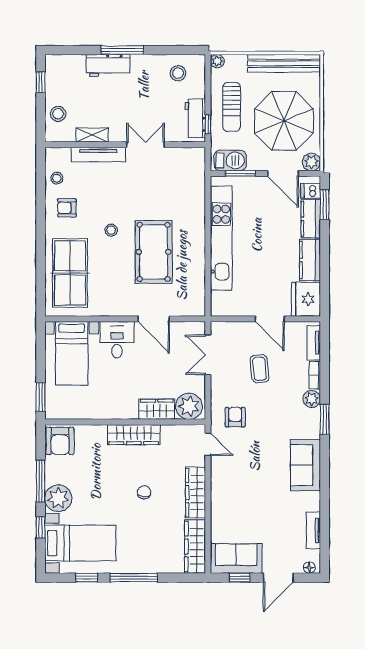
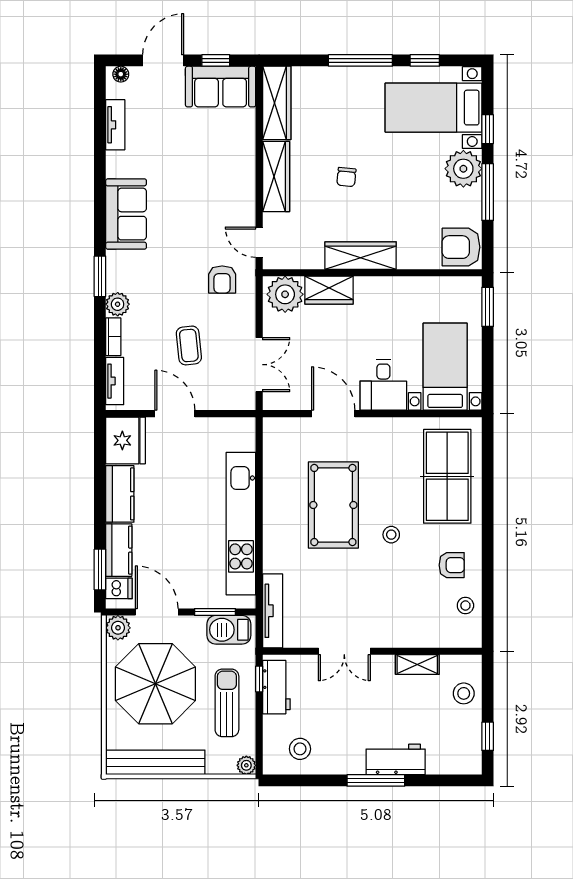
tv unit: (98, 155) -> (273, 611), moved, turned 90
armchair: (60, 441) -> (461, 247), turned -90

